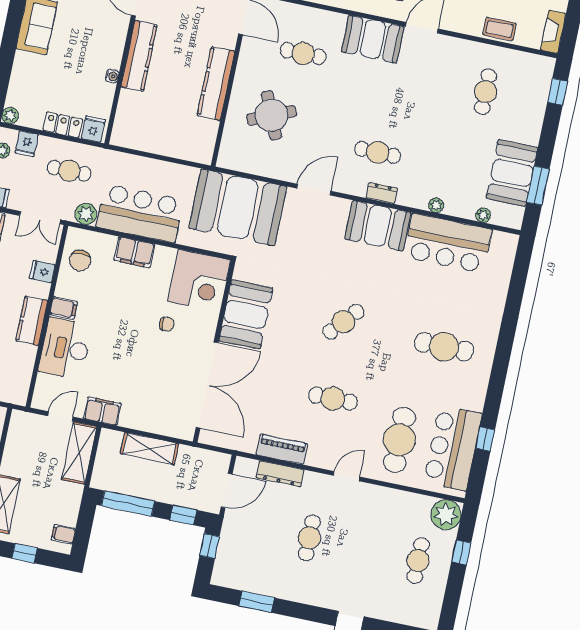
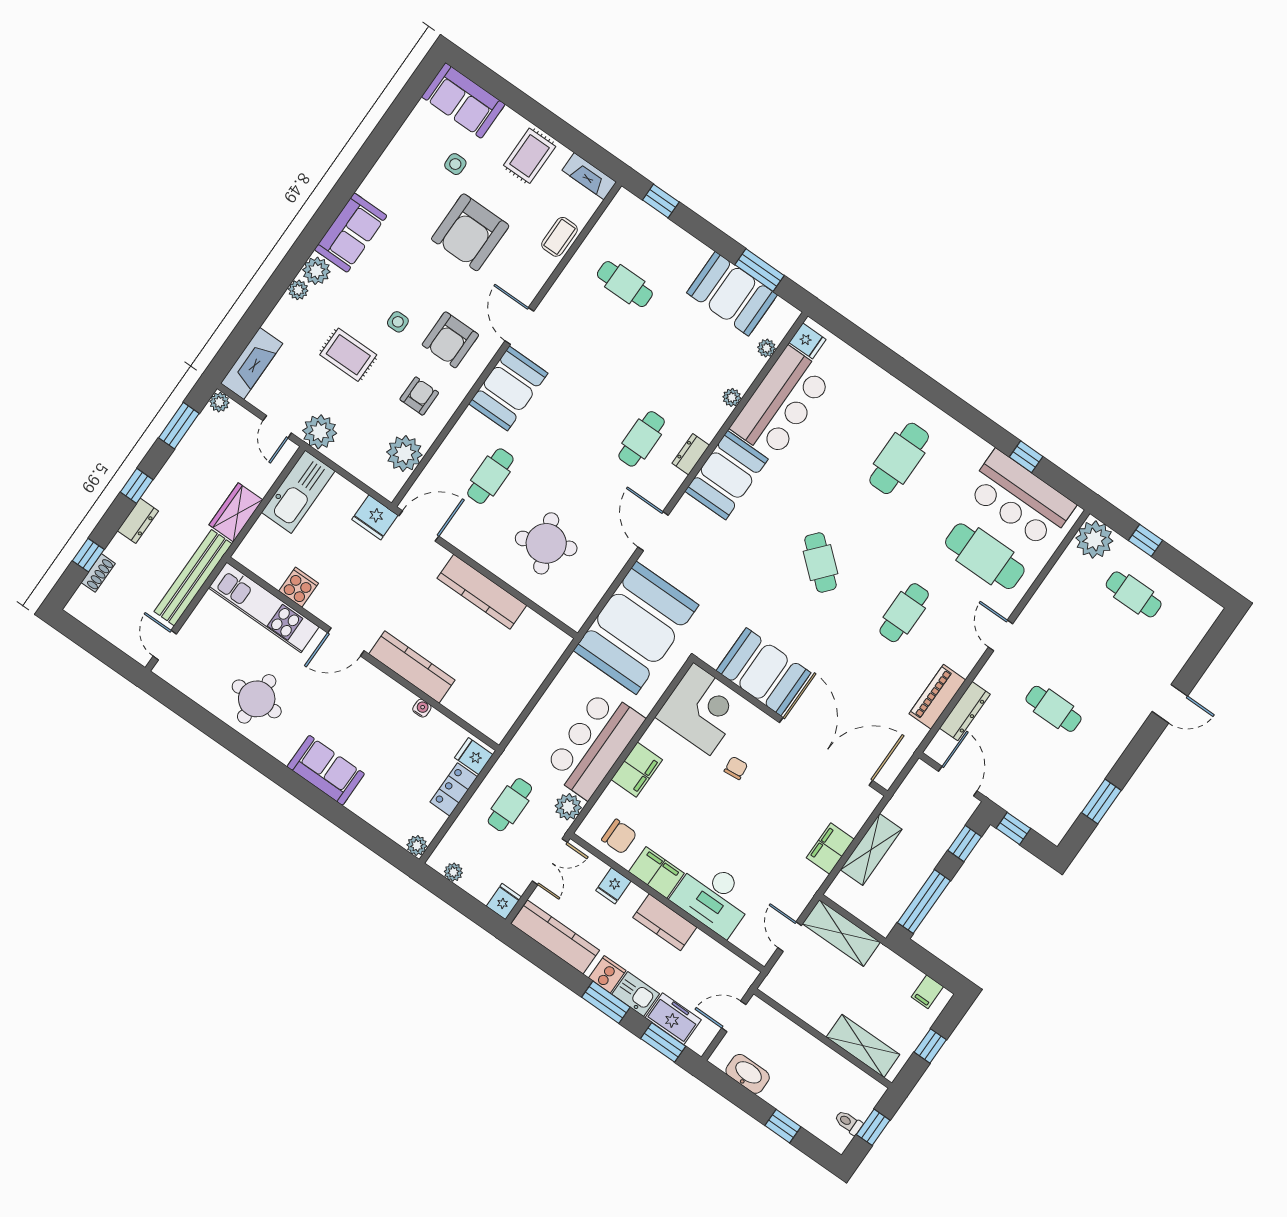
fridge: (27, 144) -> (807, 341), moved
filing cabinet: (64, 308) -> (656, 873), width x2.00
filing cabinet: (102, 411) -> (830, 848), moved

